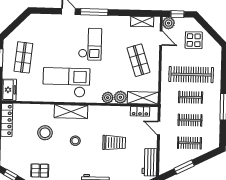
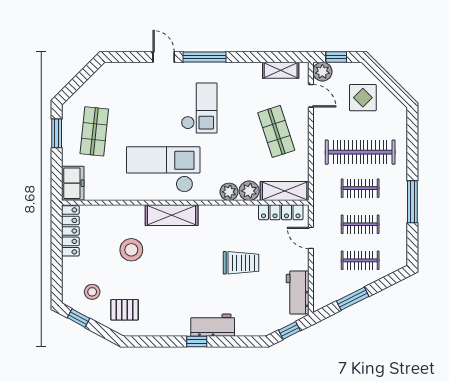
locker: (140, 111) -> (281, 212), width x1.53
stool: (75, 141) -> (92, 292), moved

